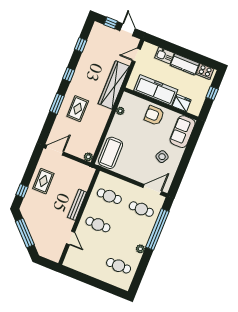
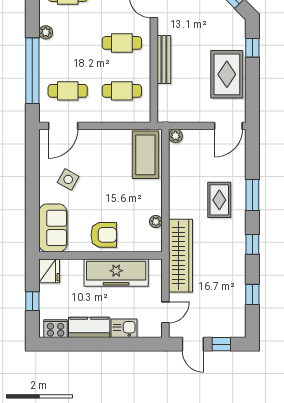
fridge: (182, 103) -> (49, 271), moved, turned -90
rug: (43, 181) -> (227, 74), width x1.36, depth x1.43

